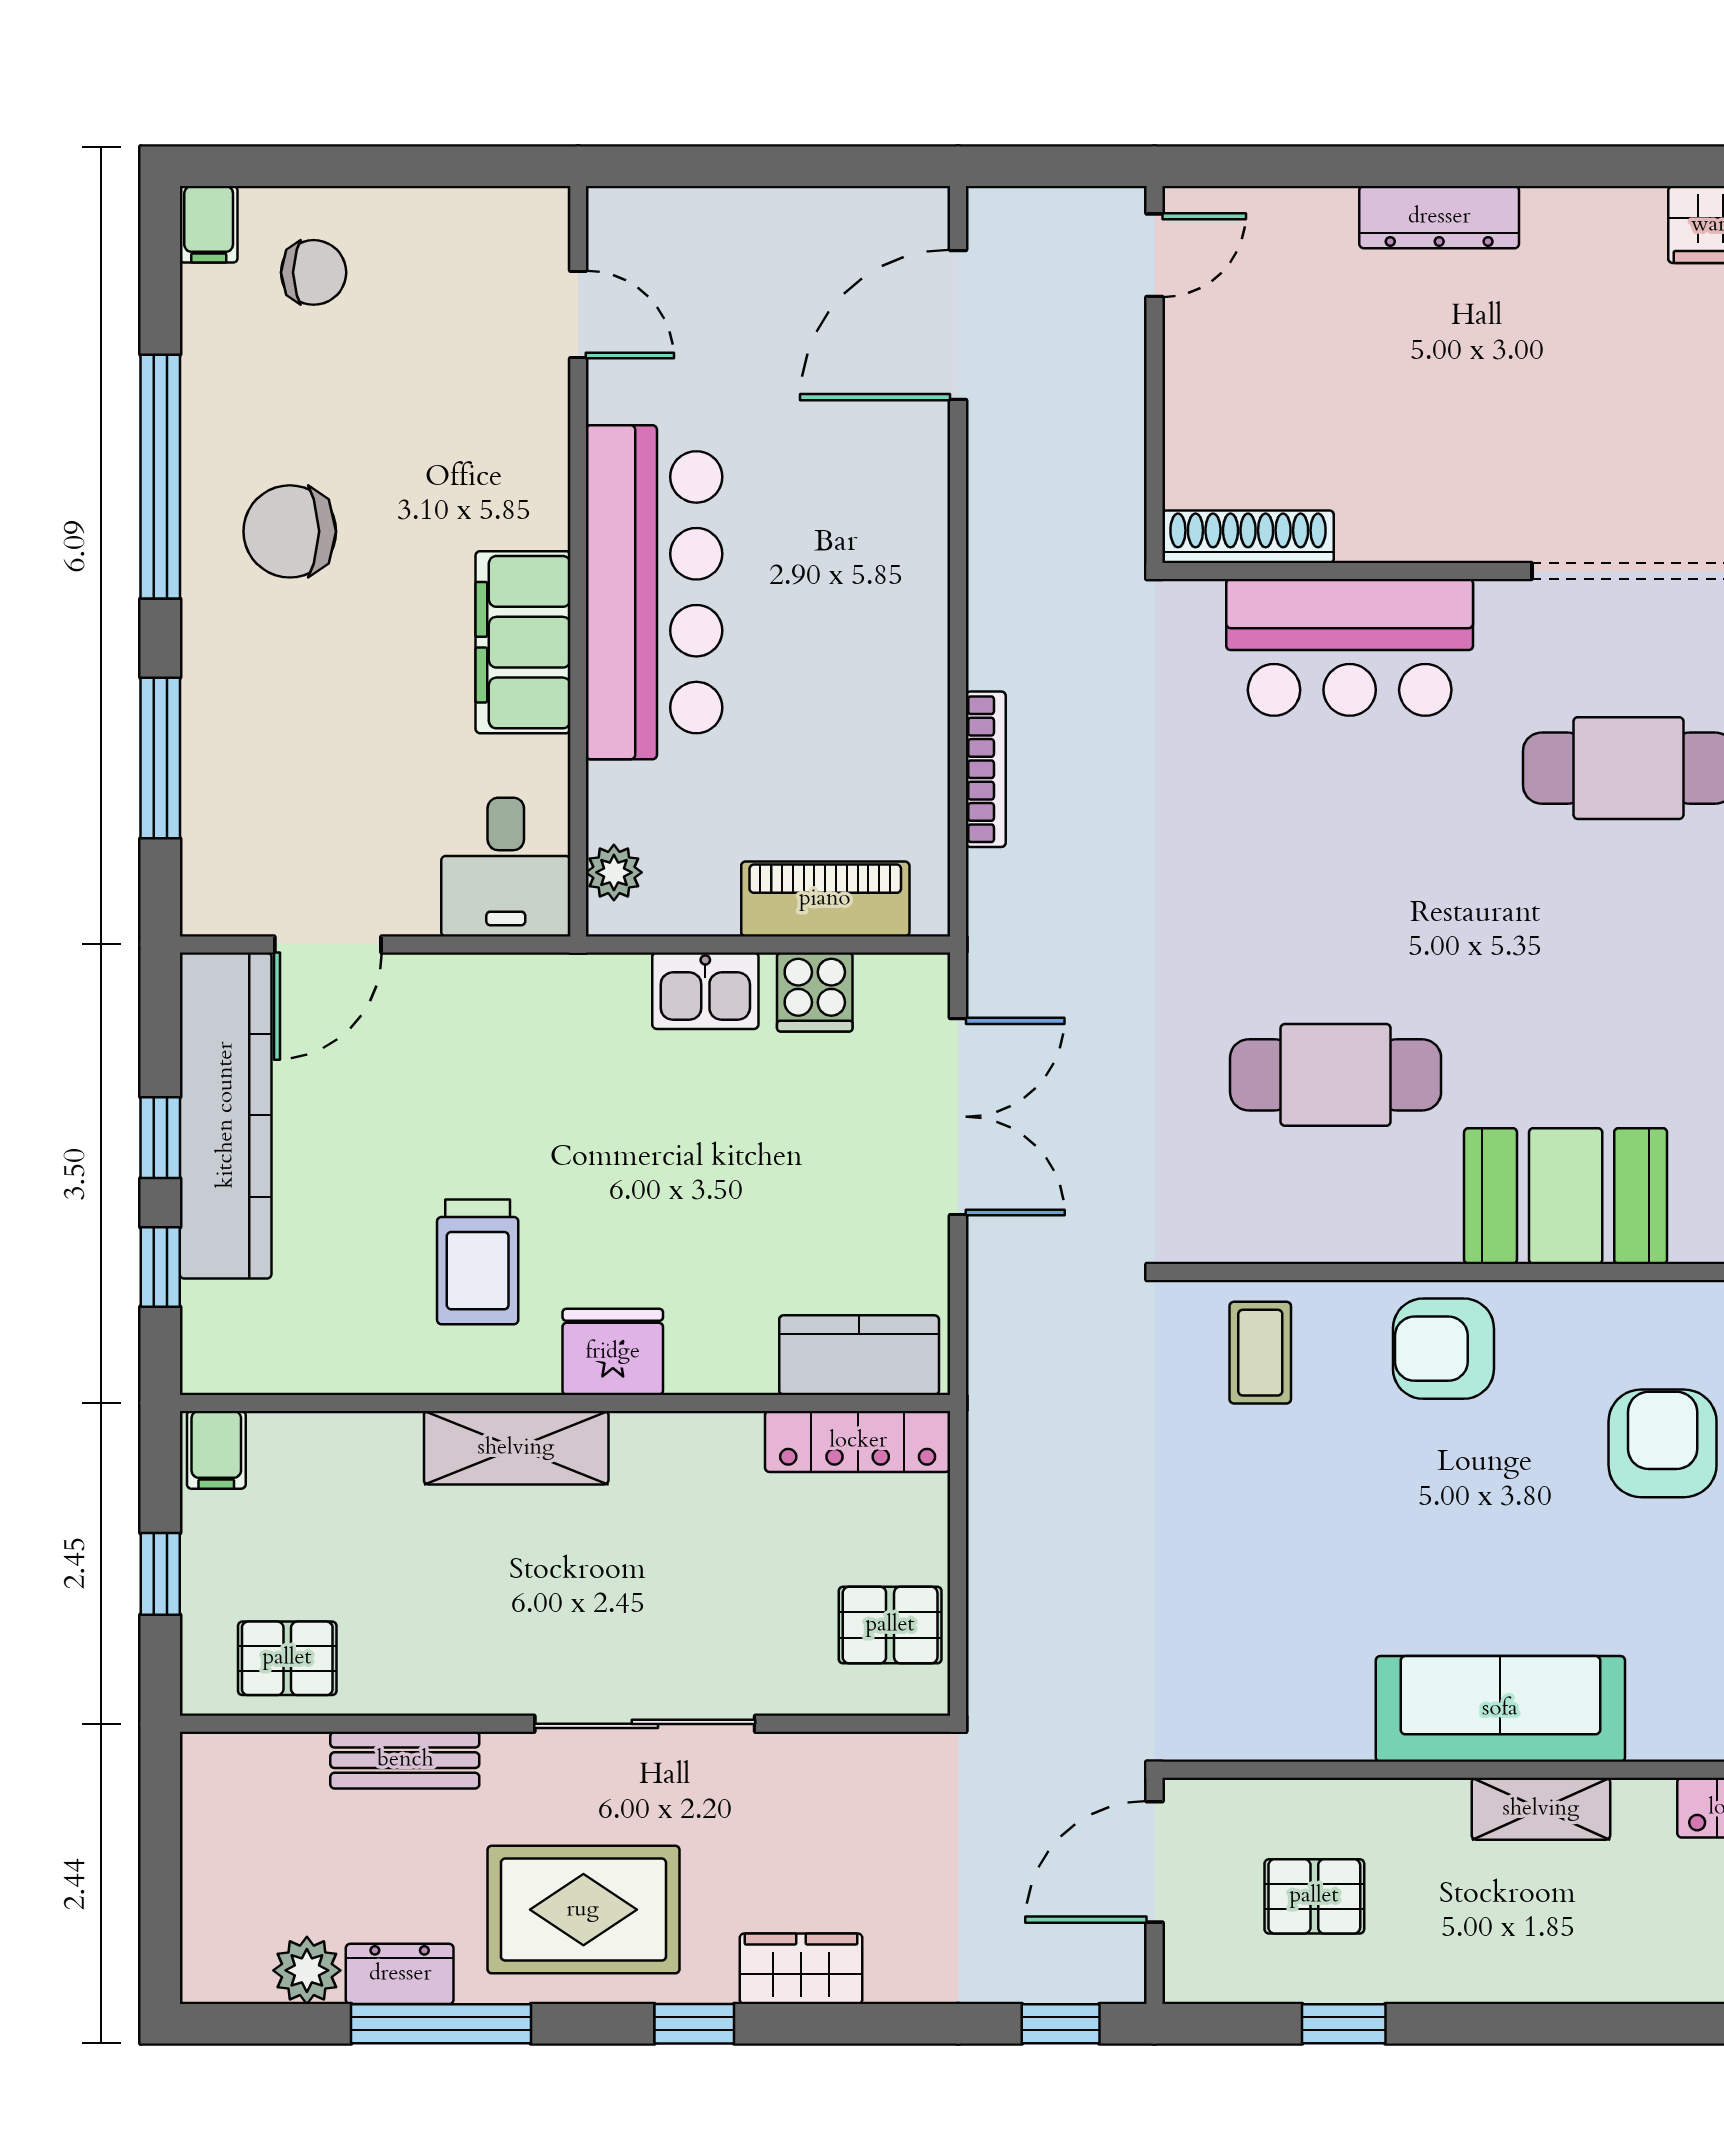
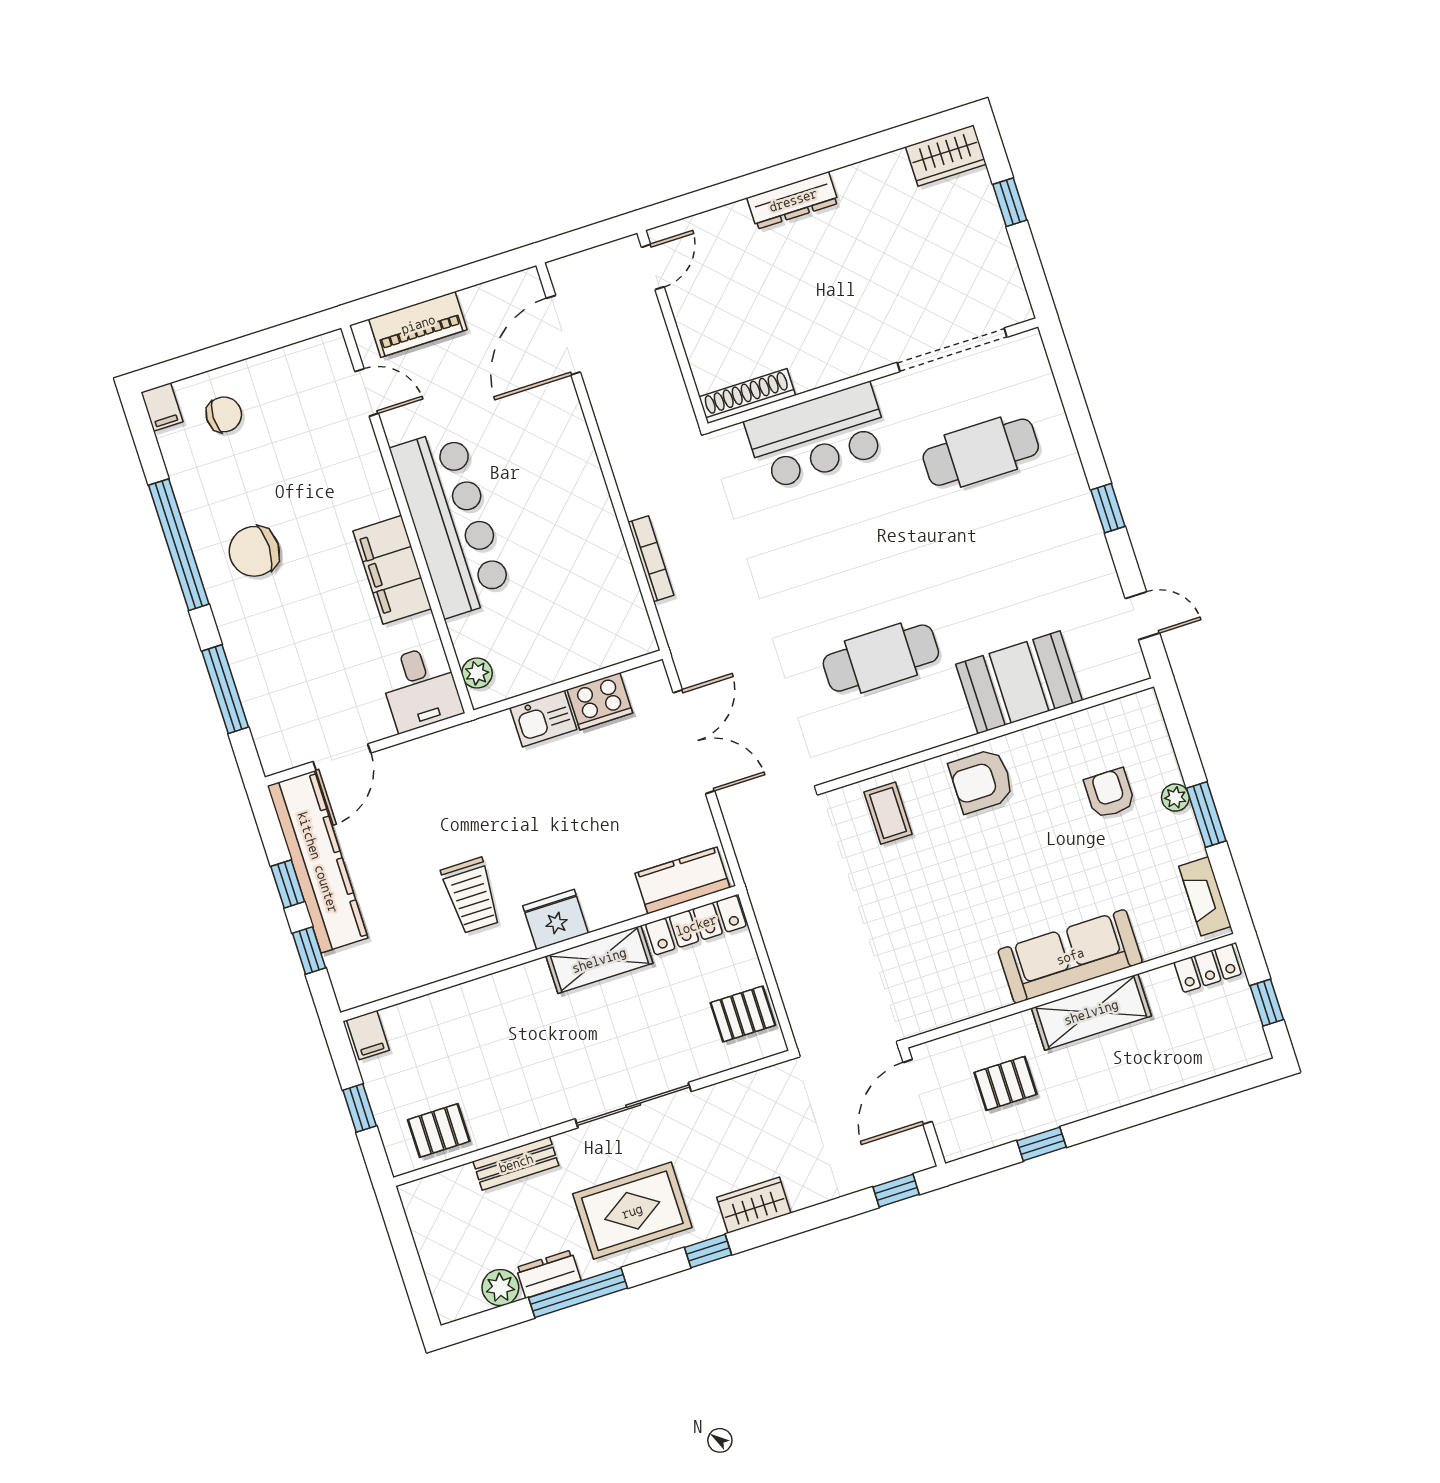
piano: (825, 899) -> (418, 324), moved, turned 180
cooker: (815, 992) -> (600, 701), width x1.36
armchair: (1663, 1443) -> (1110, 793), width x0.72, depth x0.72
shelving: (516, 1448) -> (599, 960), moved
shelving: (1541, 1809) -> (1091, 1012), width x1.50, depth x1.33

